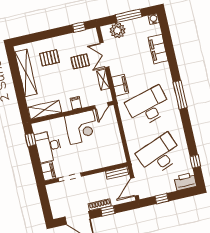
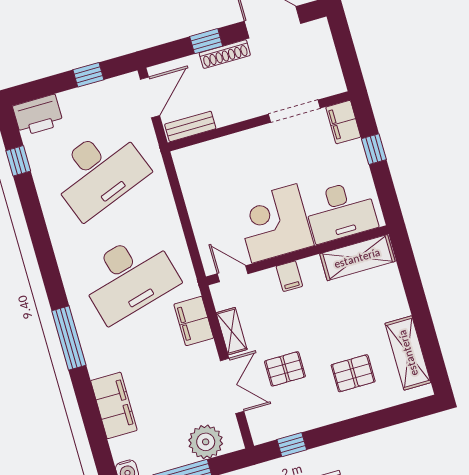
shelving: (26, 73) -> (408, 353), width x0.68
window: (180, 95) -> (69, 338), moved
door: (101, 106) -> (233, 274), hinge flipped
window: (31, 140) -> (374, 149), moved
desk: (48, 146) -> (341, 211), moved, turned 90

